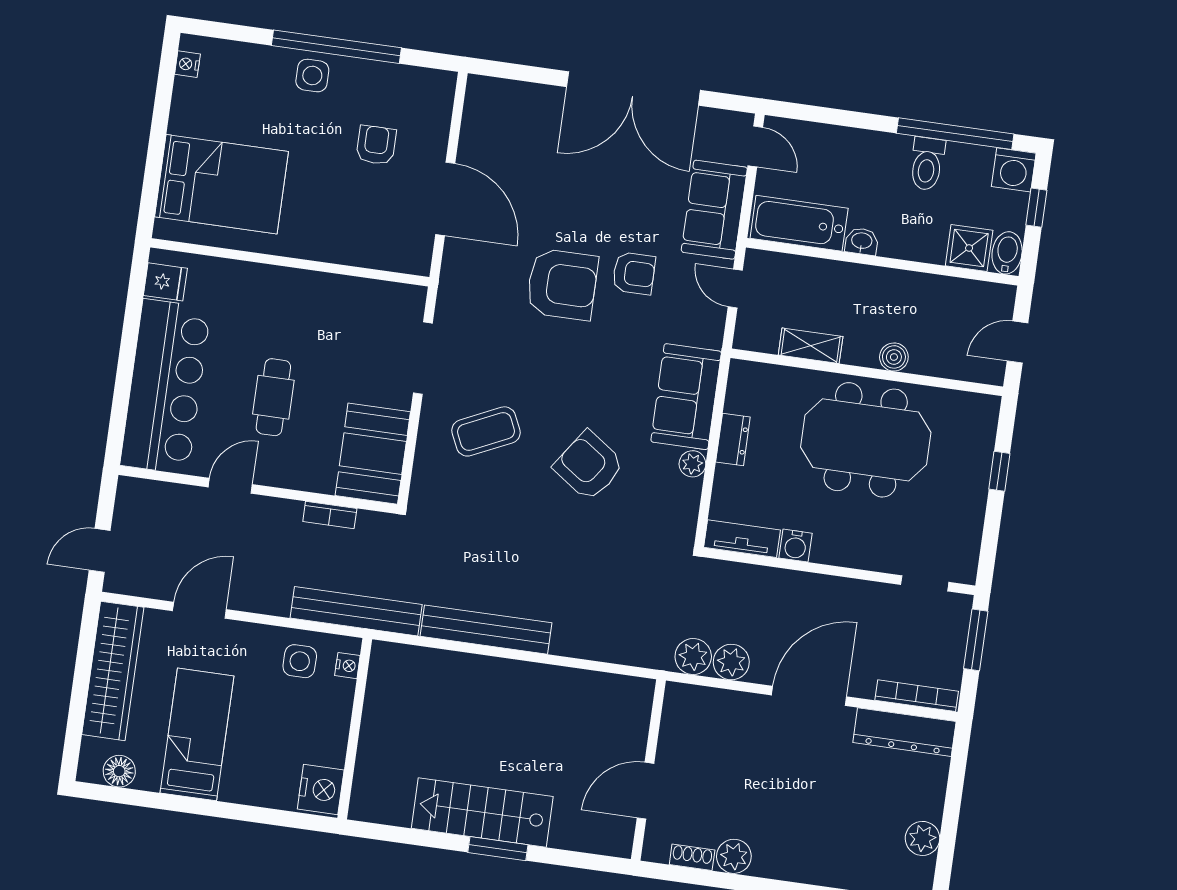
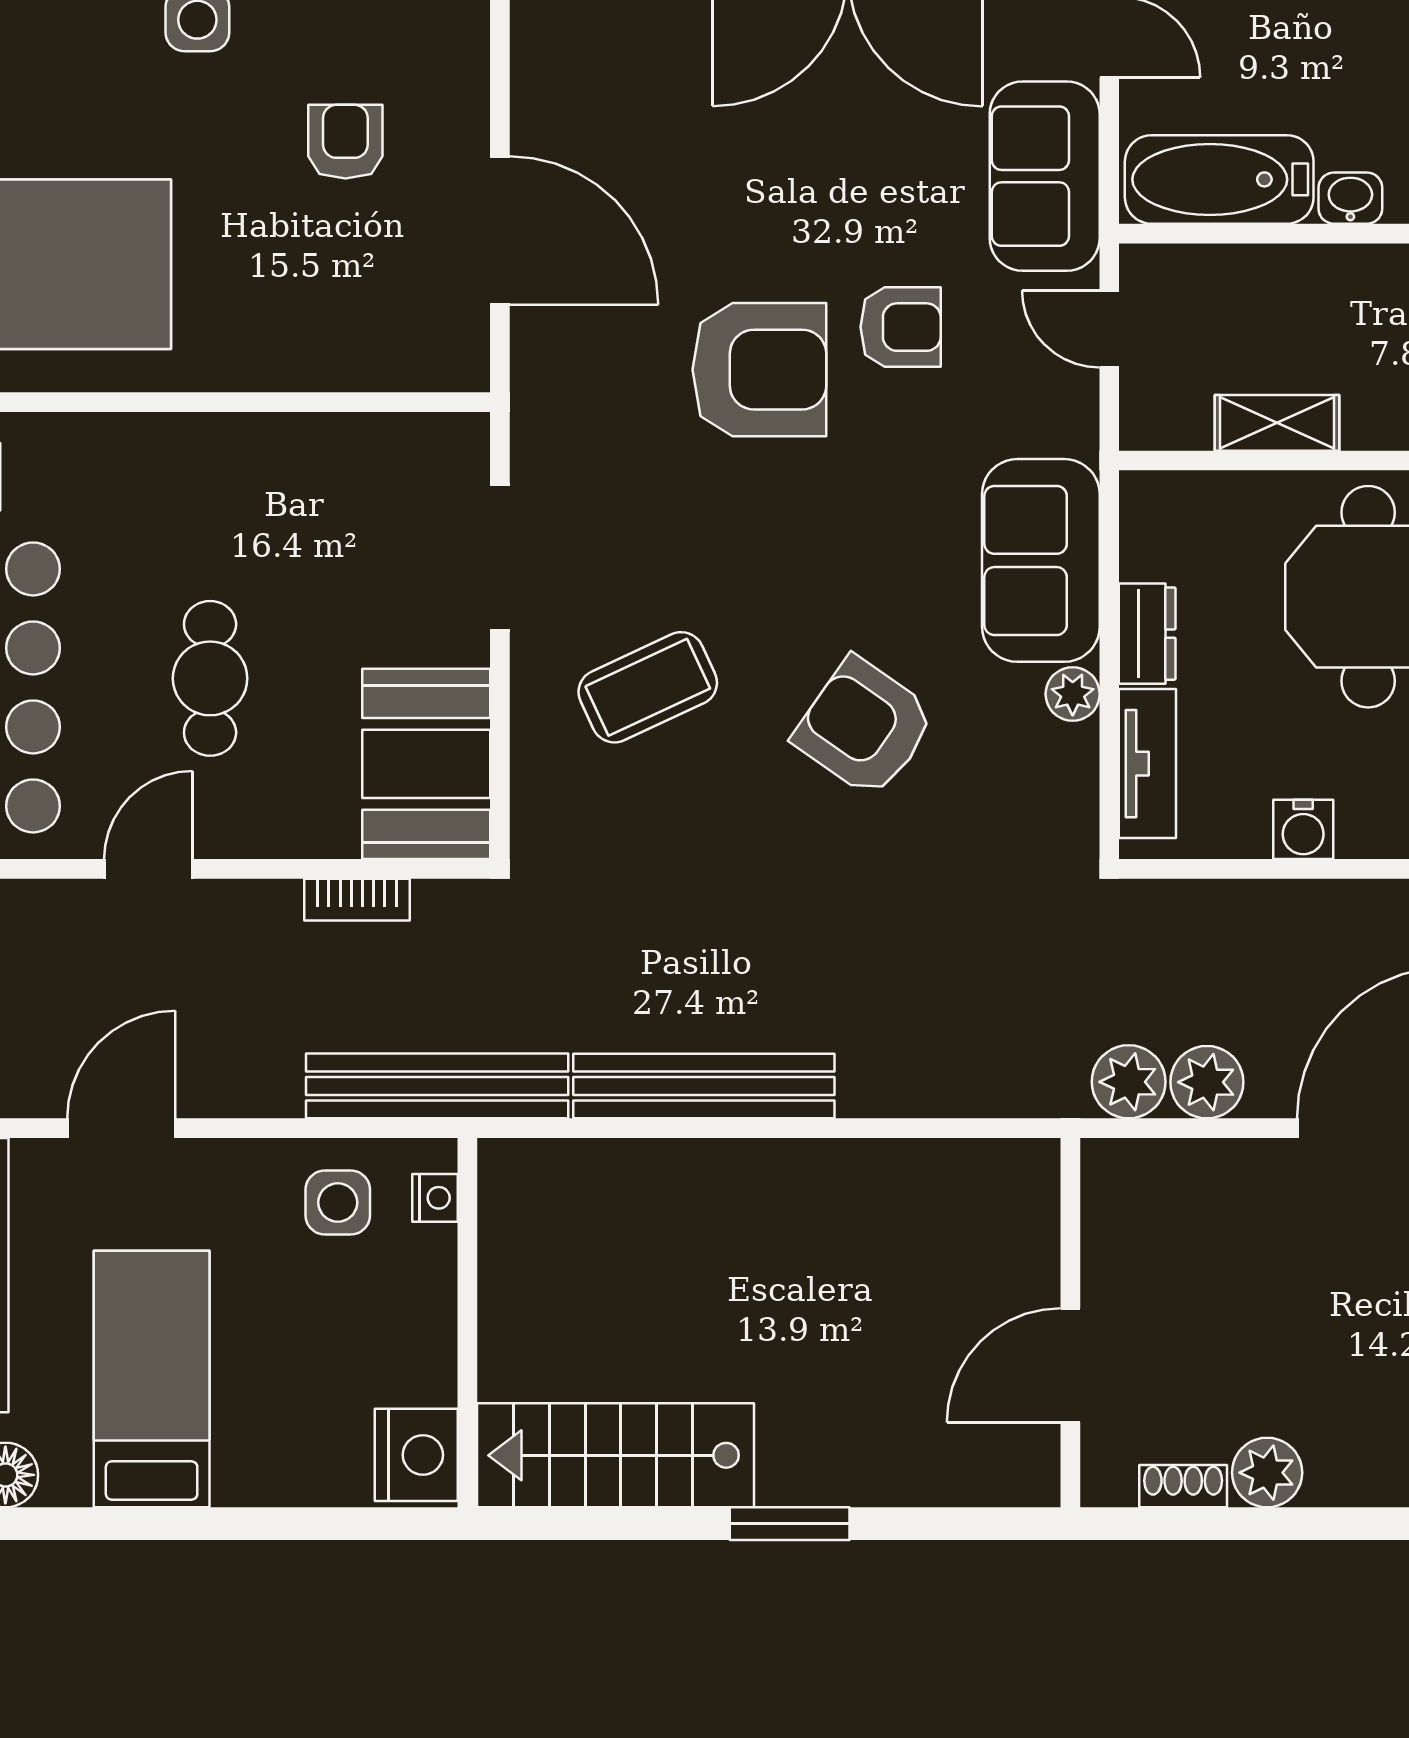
tv unit: (742, 539) -> (1147, 764), moved, turned 90
stairs: (482, 812) -> (615, 1455), moved

